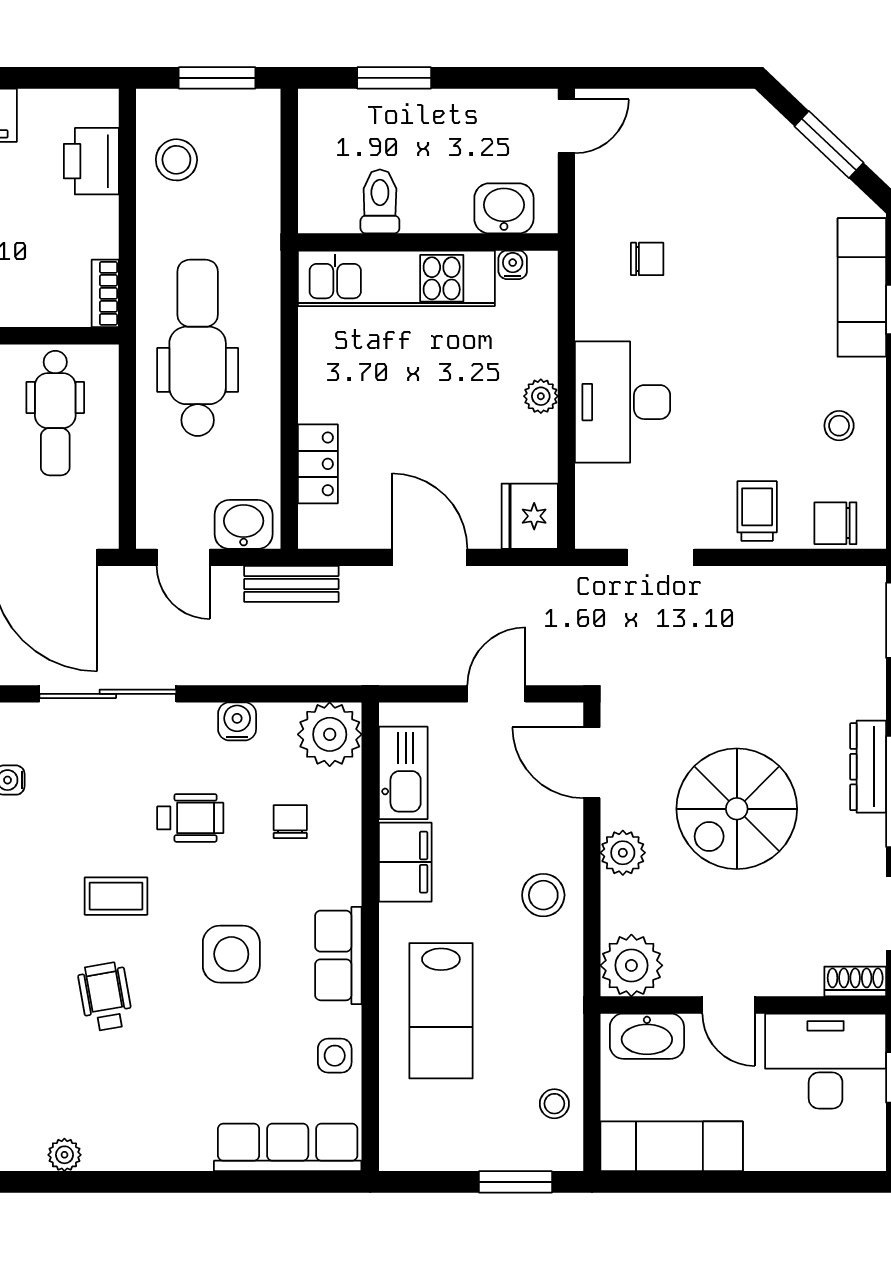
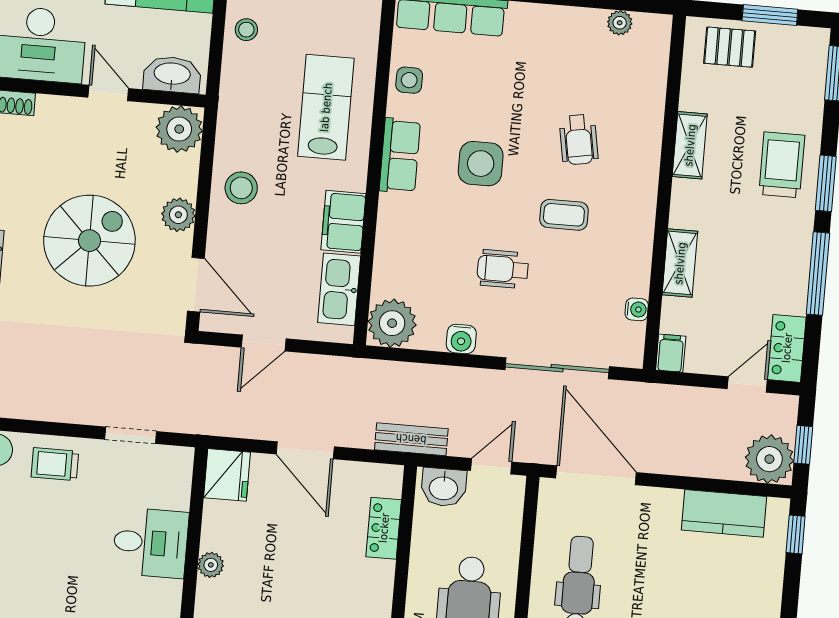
desk: (623, 402) -> (150, 543), width x0.73
trolley: (757, 511) -> (55, 464), turned 90
door: (183, 557) -> (491, 466), hinge flipped
chair: (290, 822) -> (428, 260), removed

